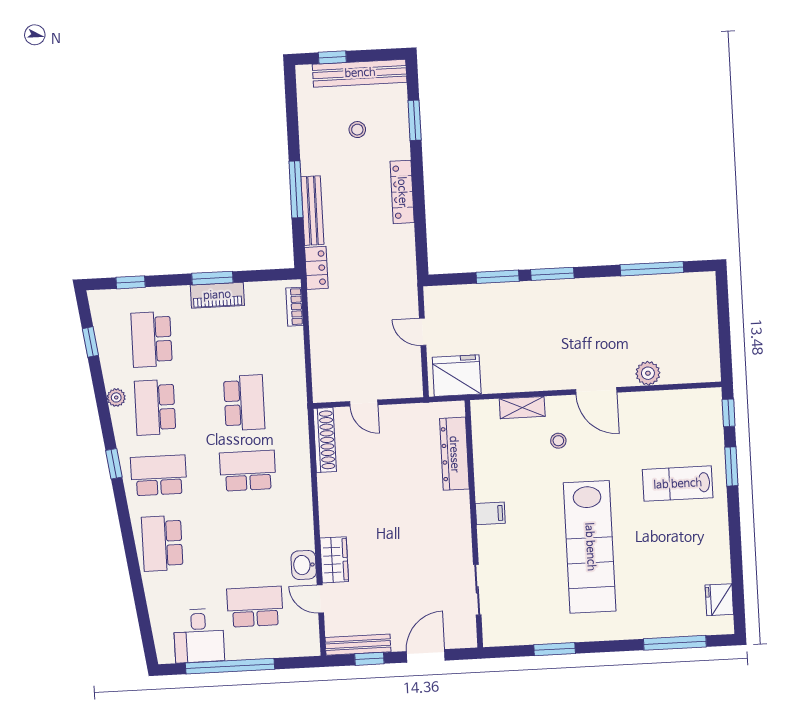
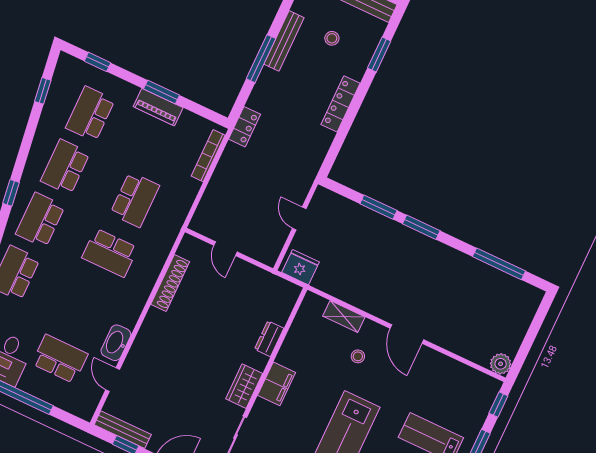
bench: (312, 211) -> (284, 41), moved
bookcase: (295, 307) -> (208, 156), width x1.56
plant: (648, 373) -> (501, 364), moved
fridge: (457, 376) -> (300, 267), width x0.73, depth x0.75
plant: (116, 397) -> (40, 144), removed
shoe rack: (325, 440) -> (170, 283), moved
dresser: (454, 454) -> (269, 339), width x0.51, depth x0.80
school desk: (248, 471) -> (110, 253), turned 180
school desk: (159, 475) -> (40, 220), turned -90
filing cabinet: (490, 513) -> (277, 384), width x2.00
wardrobe: (334, 560) -> (244, 386), moved, turned 180
washbasin: (304, 565) -> (116, 343), width x1.38

